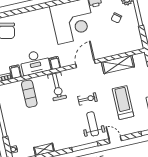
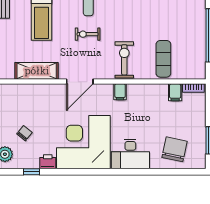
desk: (35, 62) -> (130, 154), moved, turned 180

